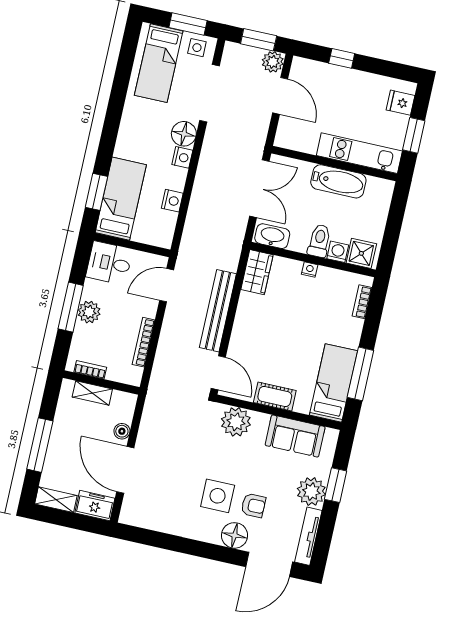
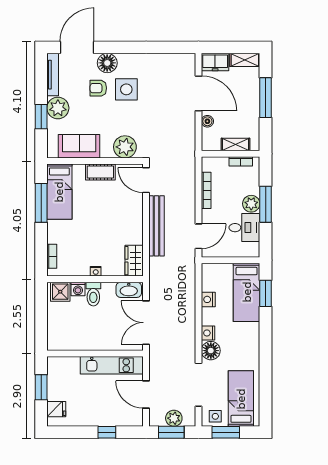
plant: (273, 62) -> (174, 418), moved
kitchen unit: (359, 153) -> (112, 365), moved
bathtub: (338, 181) -> (89, 341), removed
desk: (109, 263) -> (244, 228), moved

